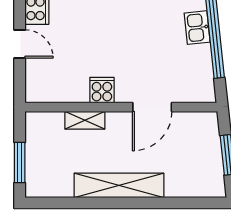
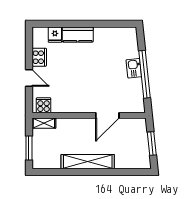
cooker: (102, 90) -> (44, 105), moved
shelving: (85, 120) -> (44, 123), moved

